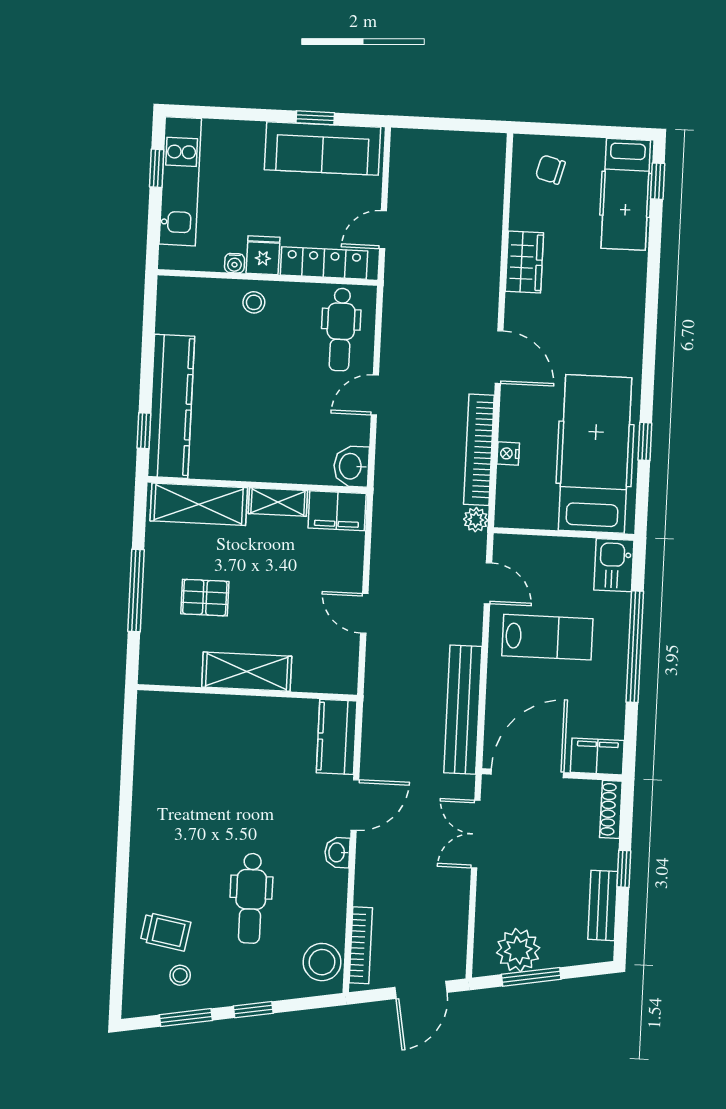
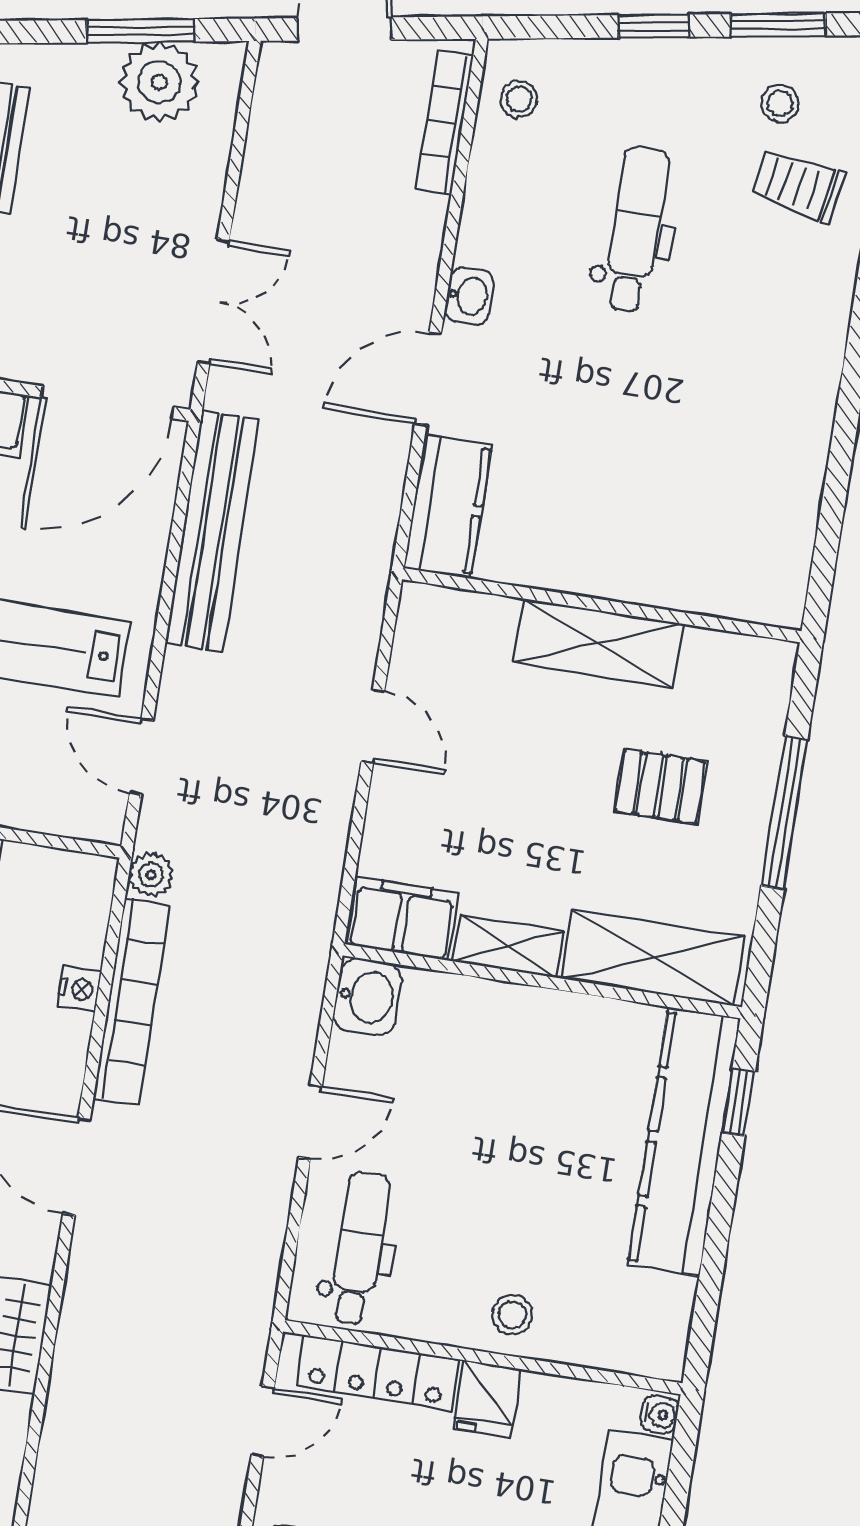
water cooler: (235, 263) -> (660, 1415), moved, turned 90
stool: (322, 962) -> (519, 99), width x0.53, depth x0.53

